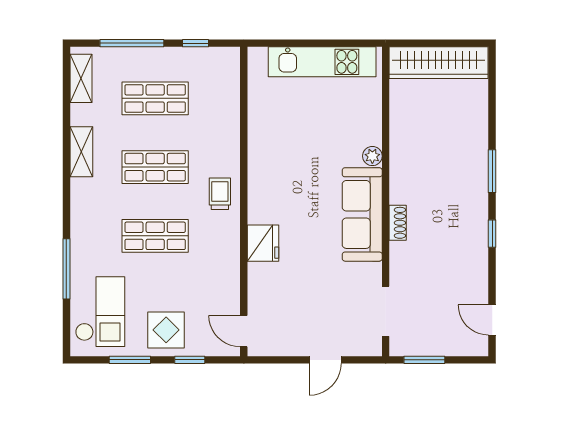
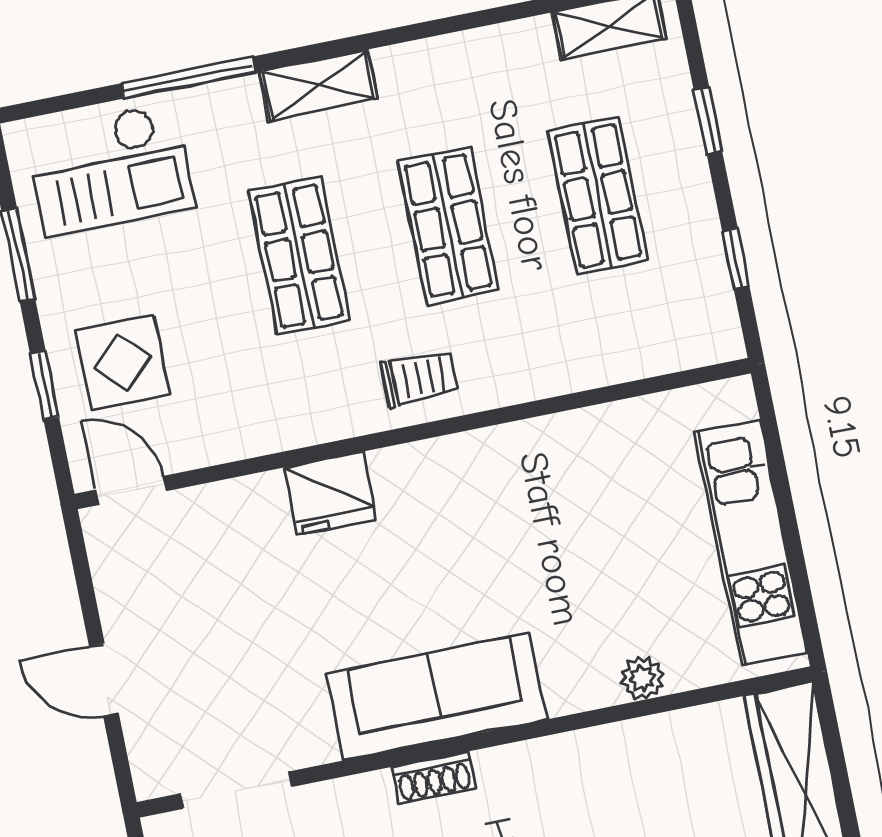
window: (132, 43) -> (708, 121), width x0.46
shelving: (81, 152) -> (319, 85), moved
plant: (372, 156) -> (642, 678), moved
display table: (166, 330) -> (122, 362), moved
door: (244, 331) -> (131, 490), hinge flipped

